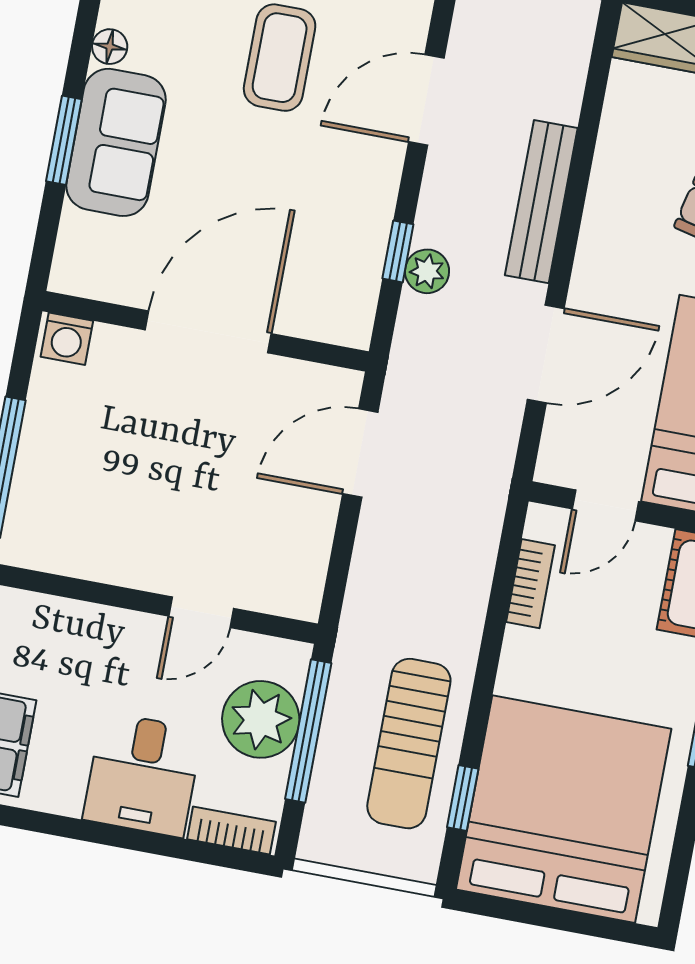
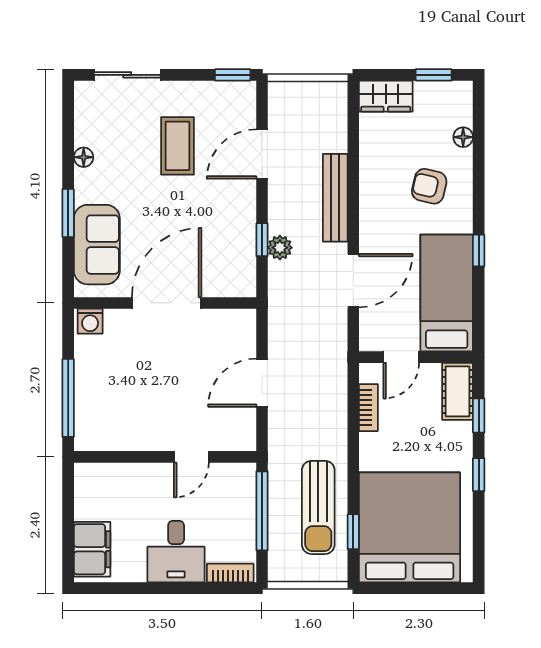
sofa: (116, 142) -> (97, 245), moved
door: (360, 453) -> (262, 383), moved
plant: (261, 719) -> (235, 509), removed

